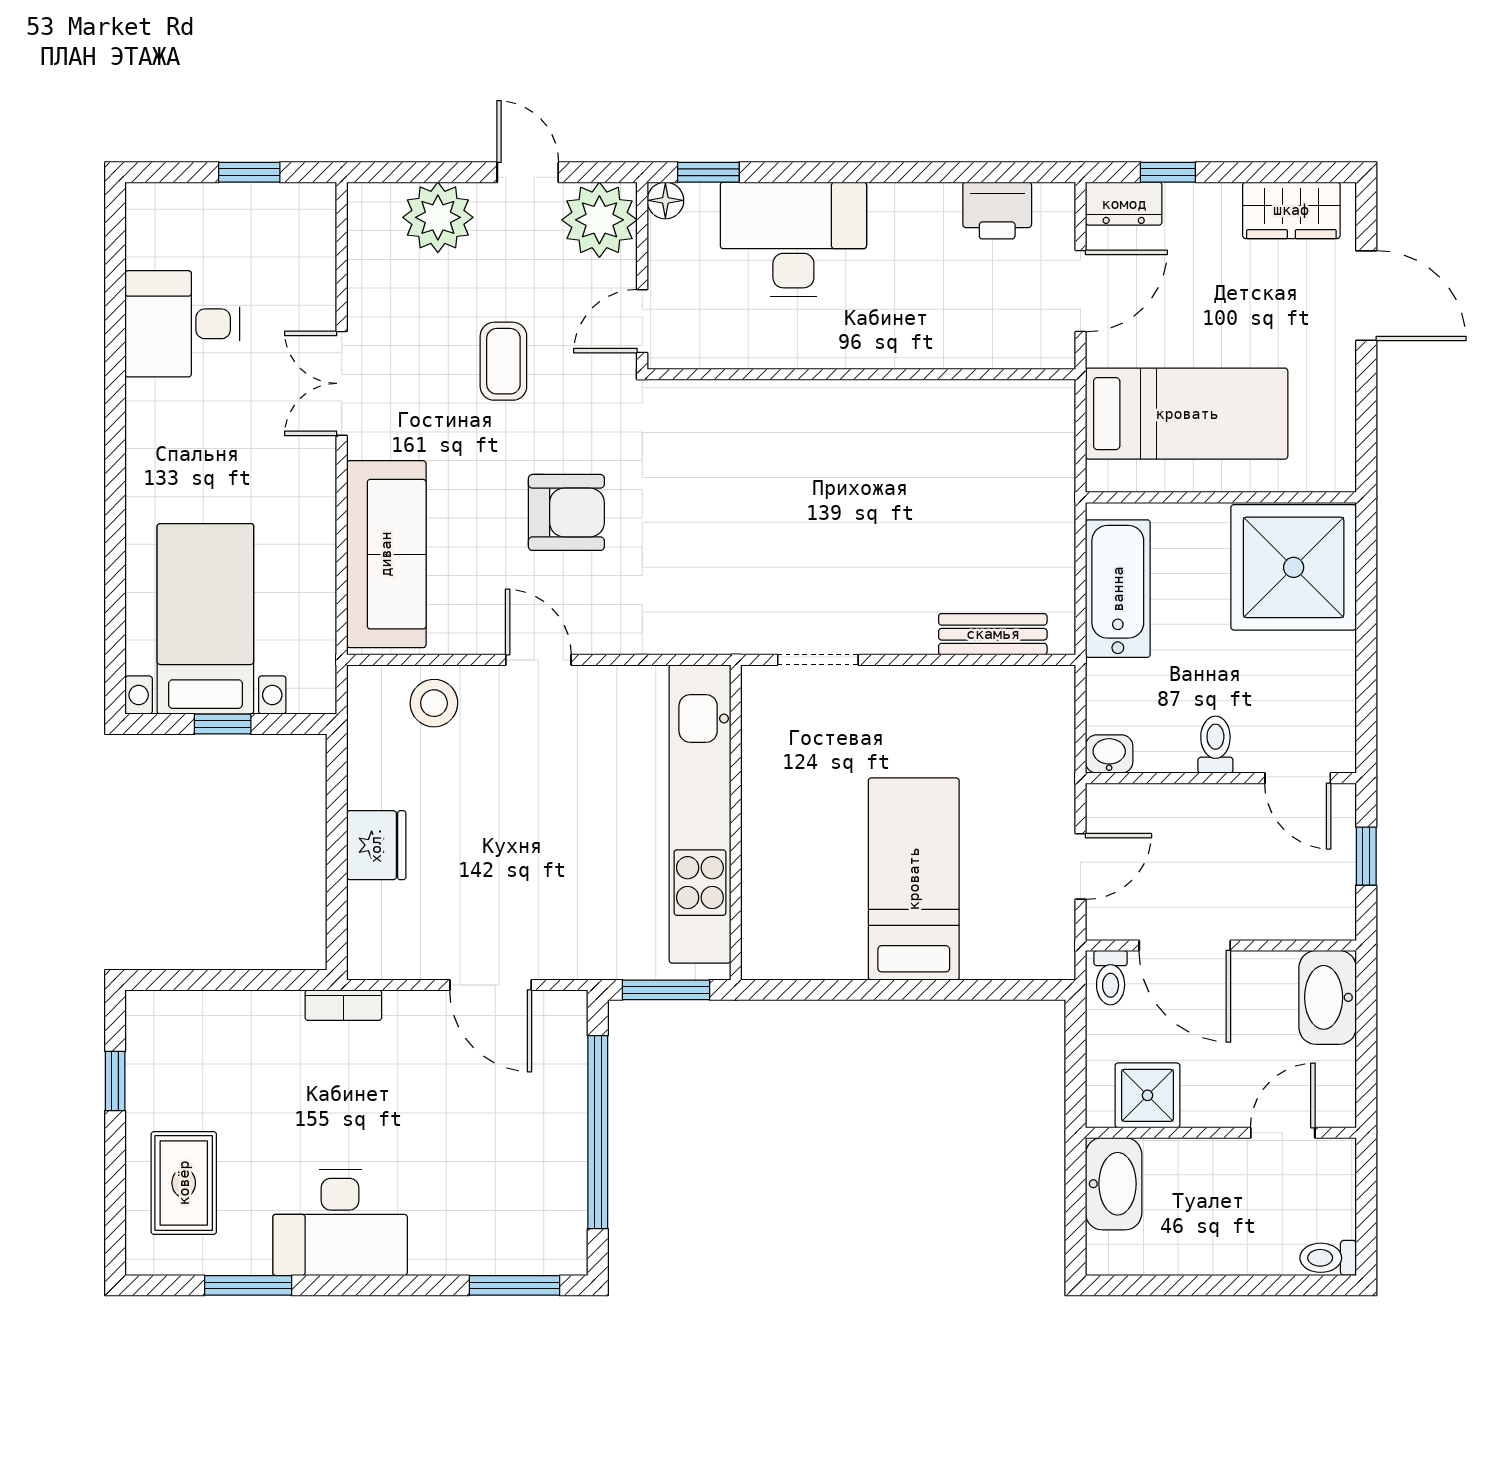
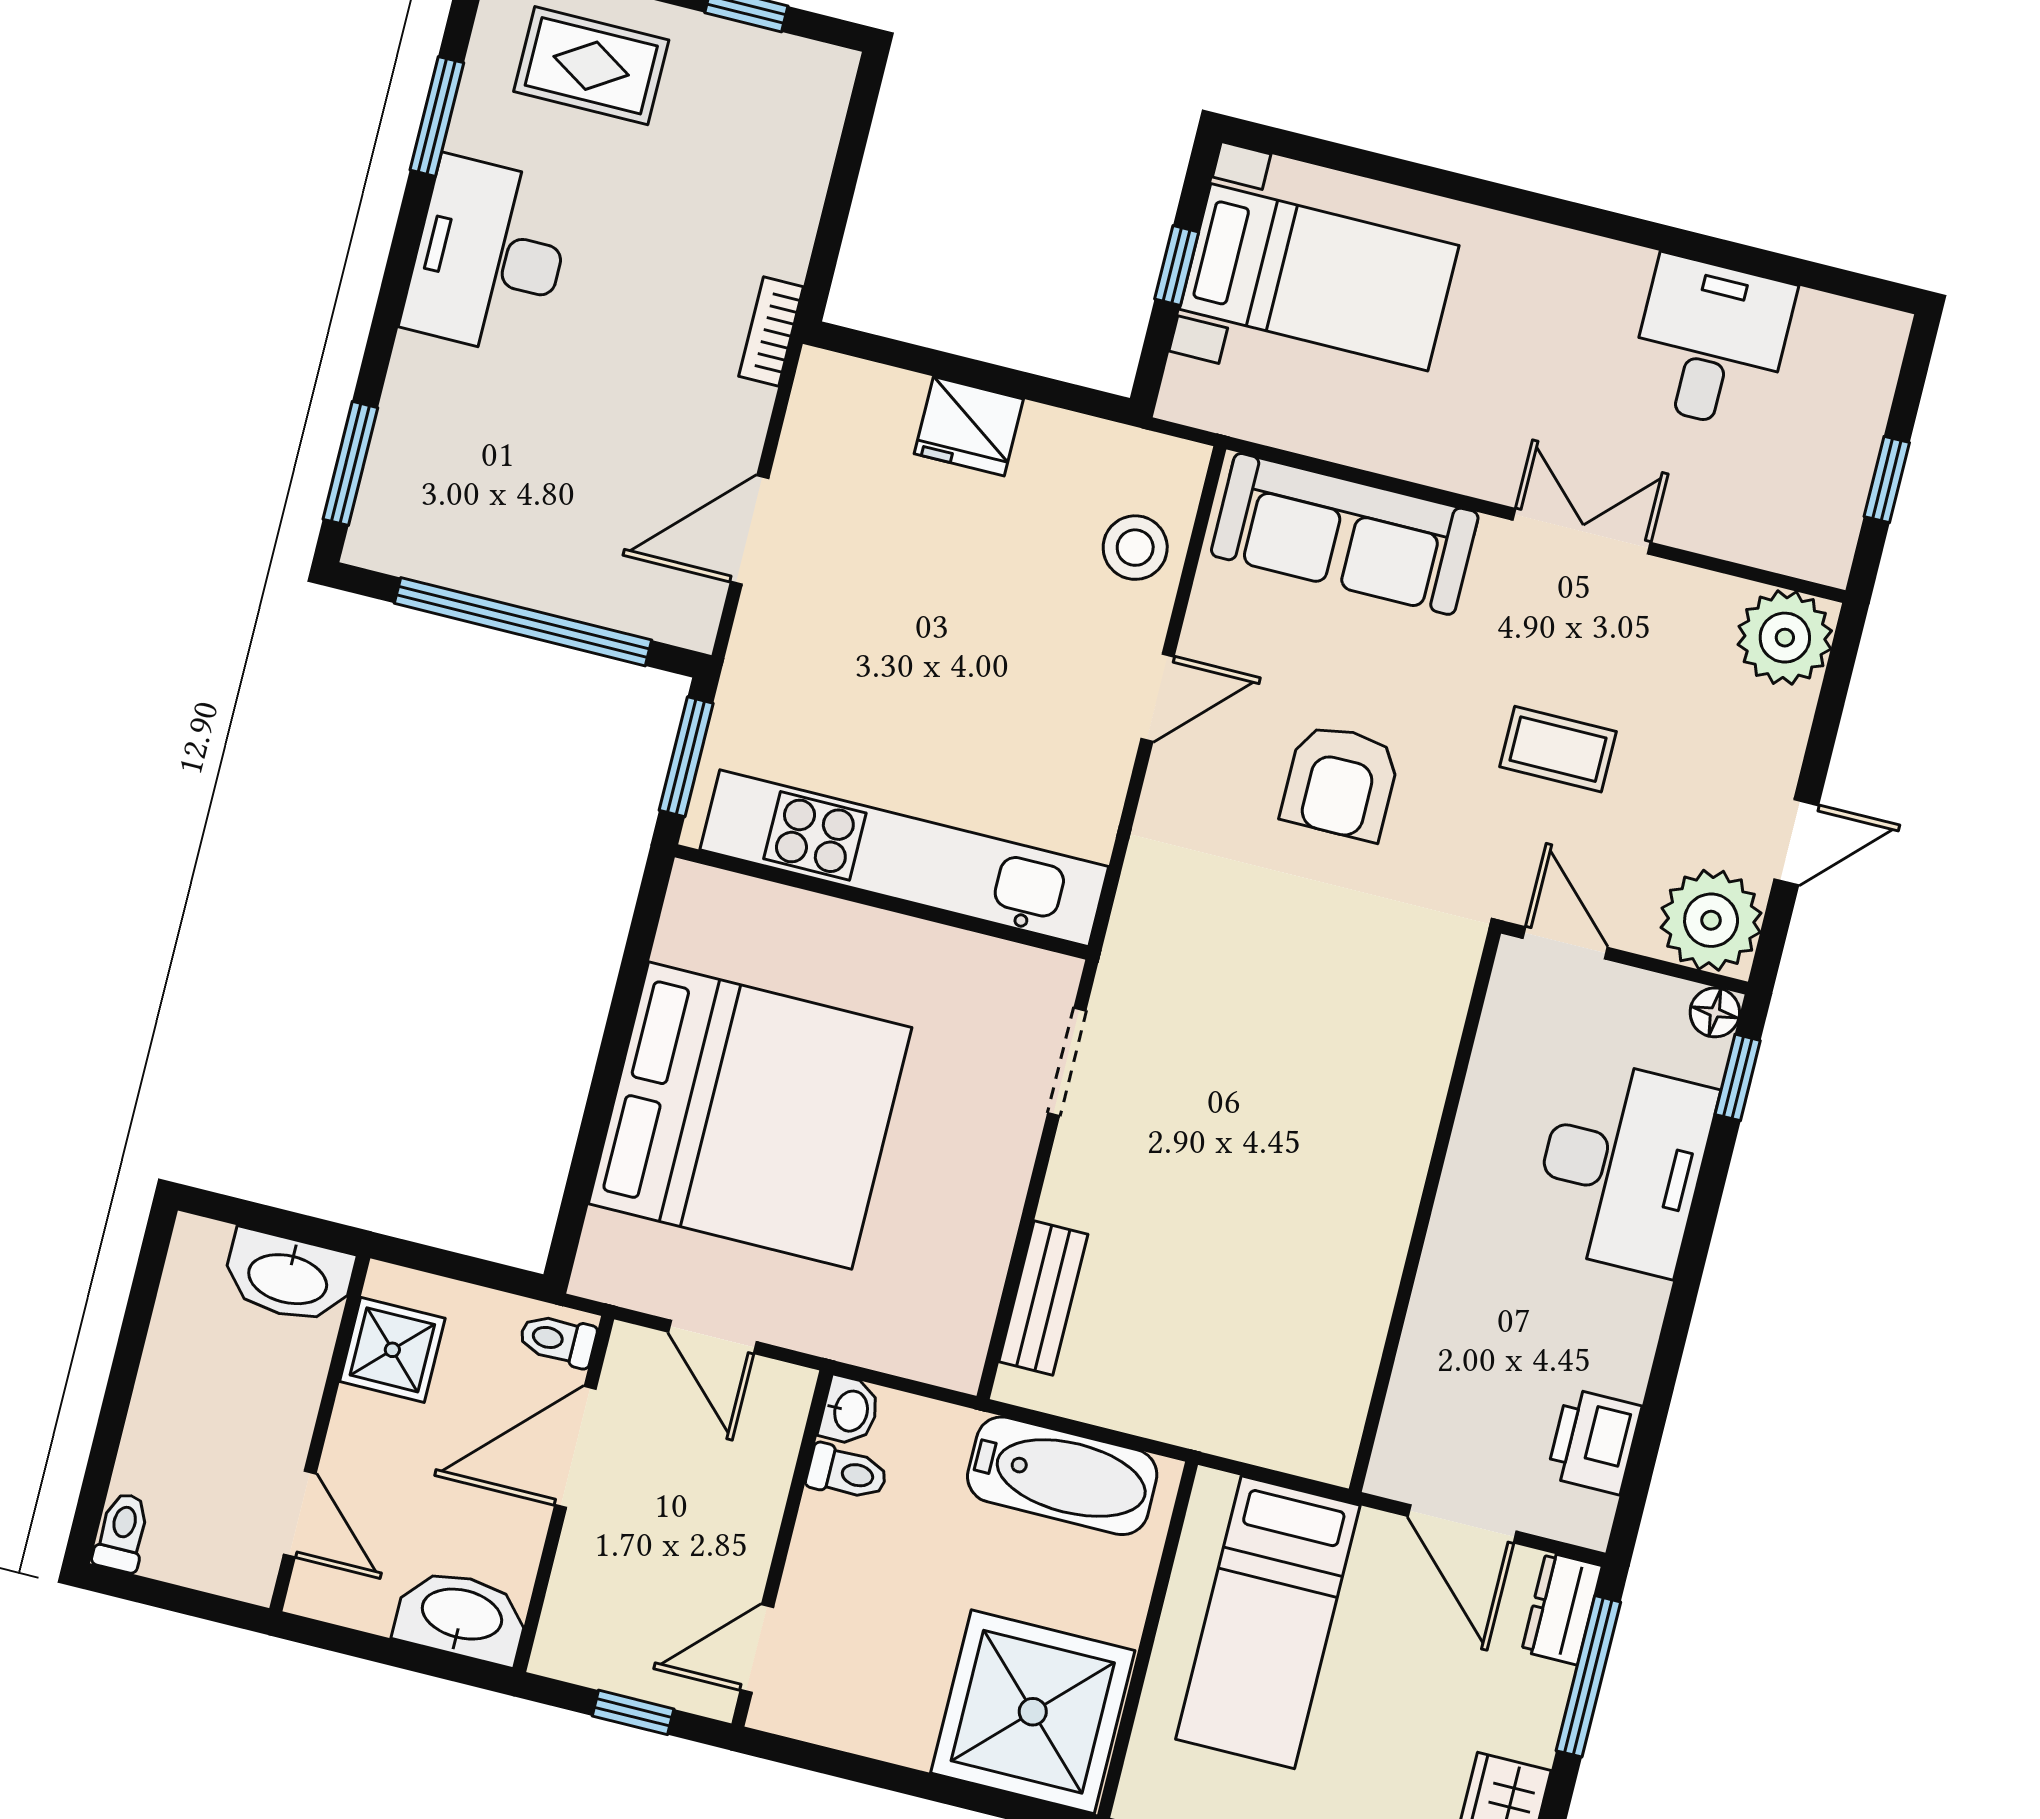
window: (1168, 172) -> (1588, 1676), width x2.17
plant: (438, 217) -> (1785, 638), moved
toilet: (1215, 745) -> (847, 1473), moved
bed: (914, 879) -> (750, 1116), width x2.04

